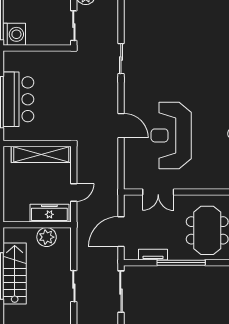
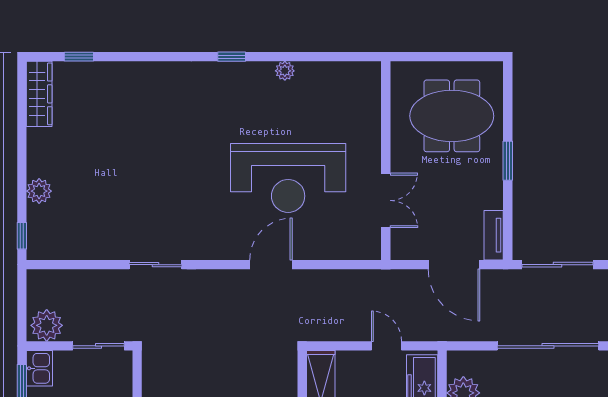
tv unit: (153, 255) -> (494, 235), moved
window: (181, 263) -> (508, 161), width x0.47
sliding door: (74, 286) -> (548, 346), width x1.86

